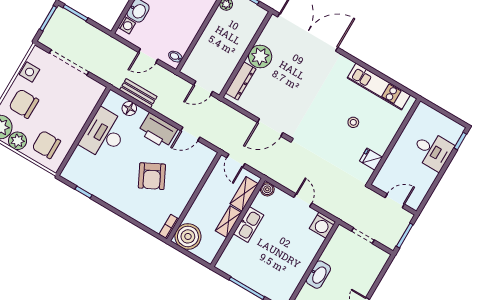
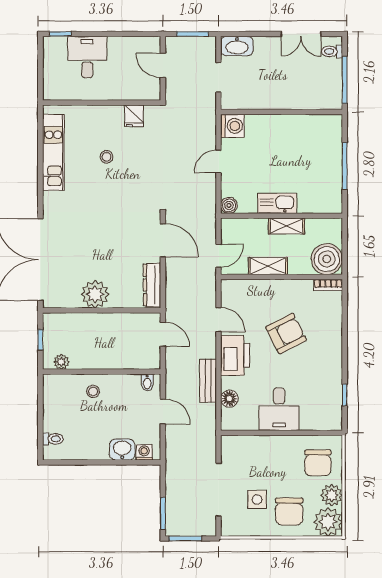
stool: (192, 14) -> (93, 391), added
side table: (30, 72) -> (257, 499), moved
dresser: (241, 81) -> (152, 285), moved, turned -90
bench: (138, 93) -> (208, 381), moved
desk: (104, 134) -> (279, 409), width x0.73
shelving: (244, 194) -> (268, 266), moved
washbasin: (318, 275) -> (237, 46), moved, turned 180

